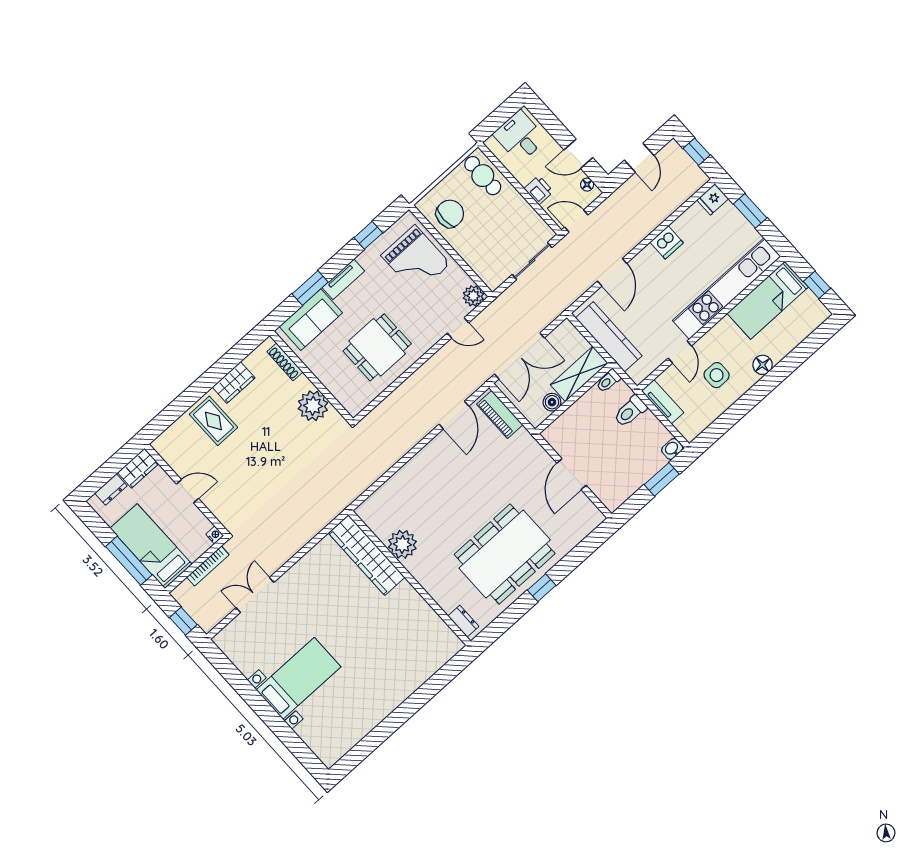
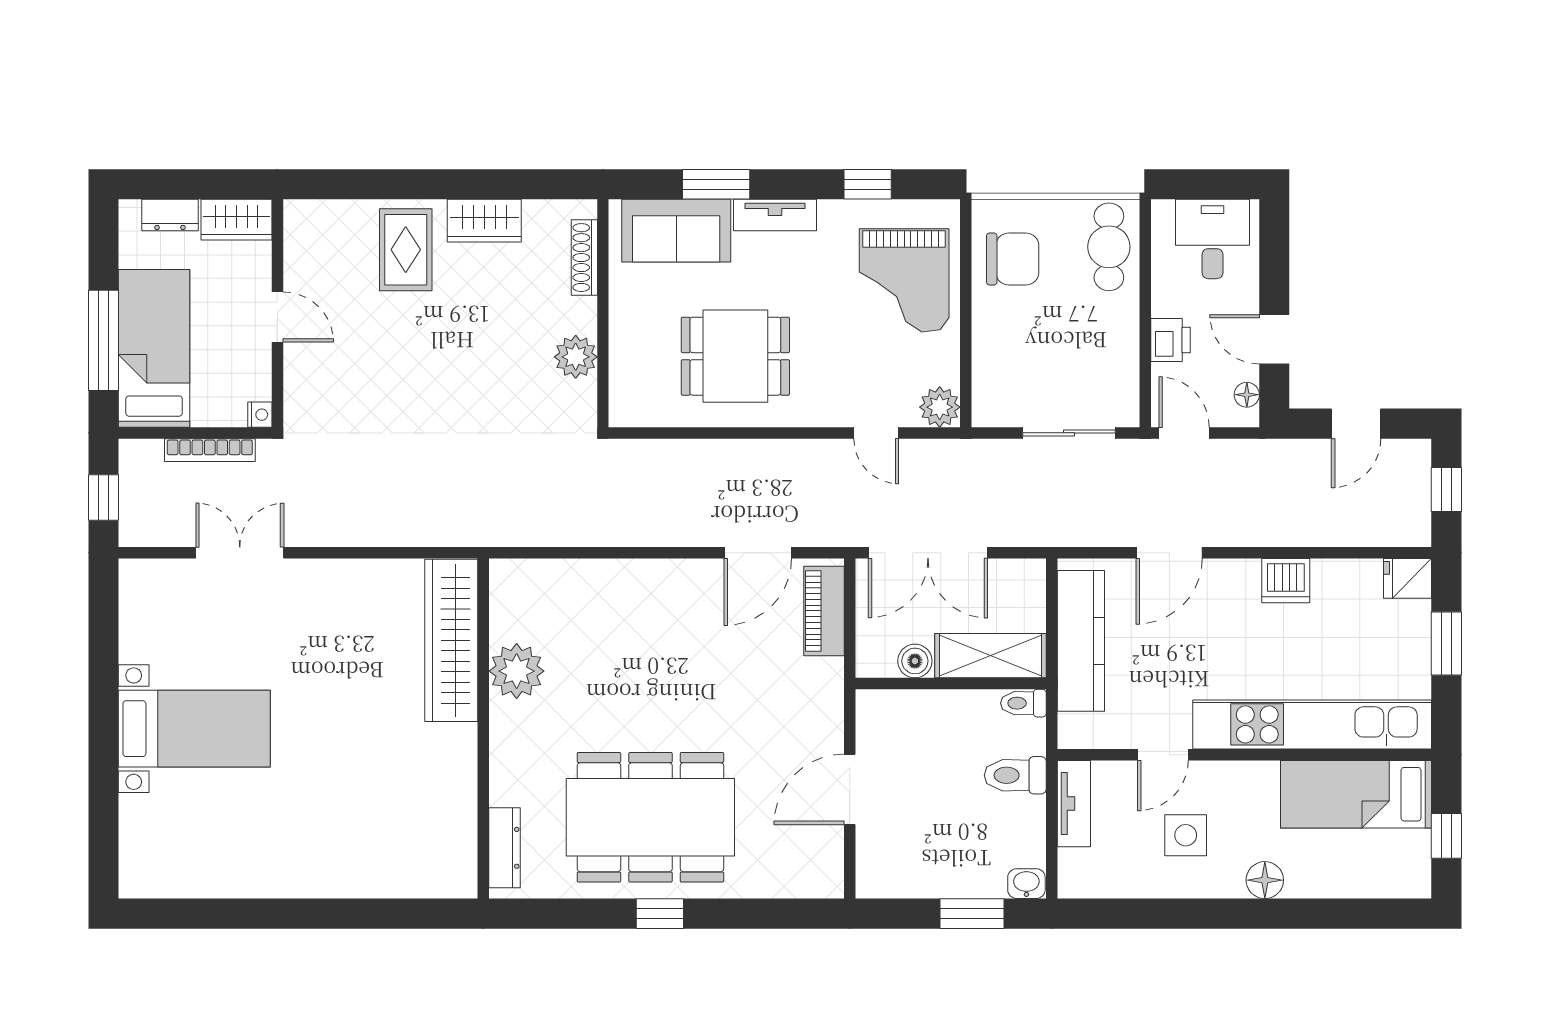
plant: (313, 406) -> (576, 357), width x0.73, depth x0.73
dresser: (463, 621) -> (504, 848), width x1.44

